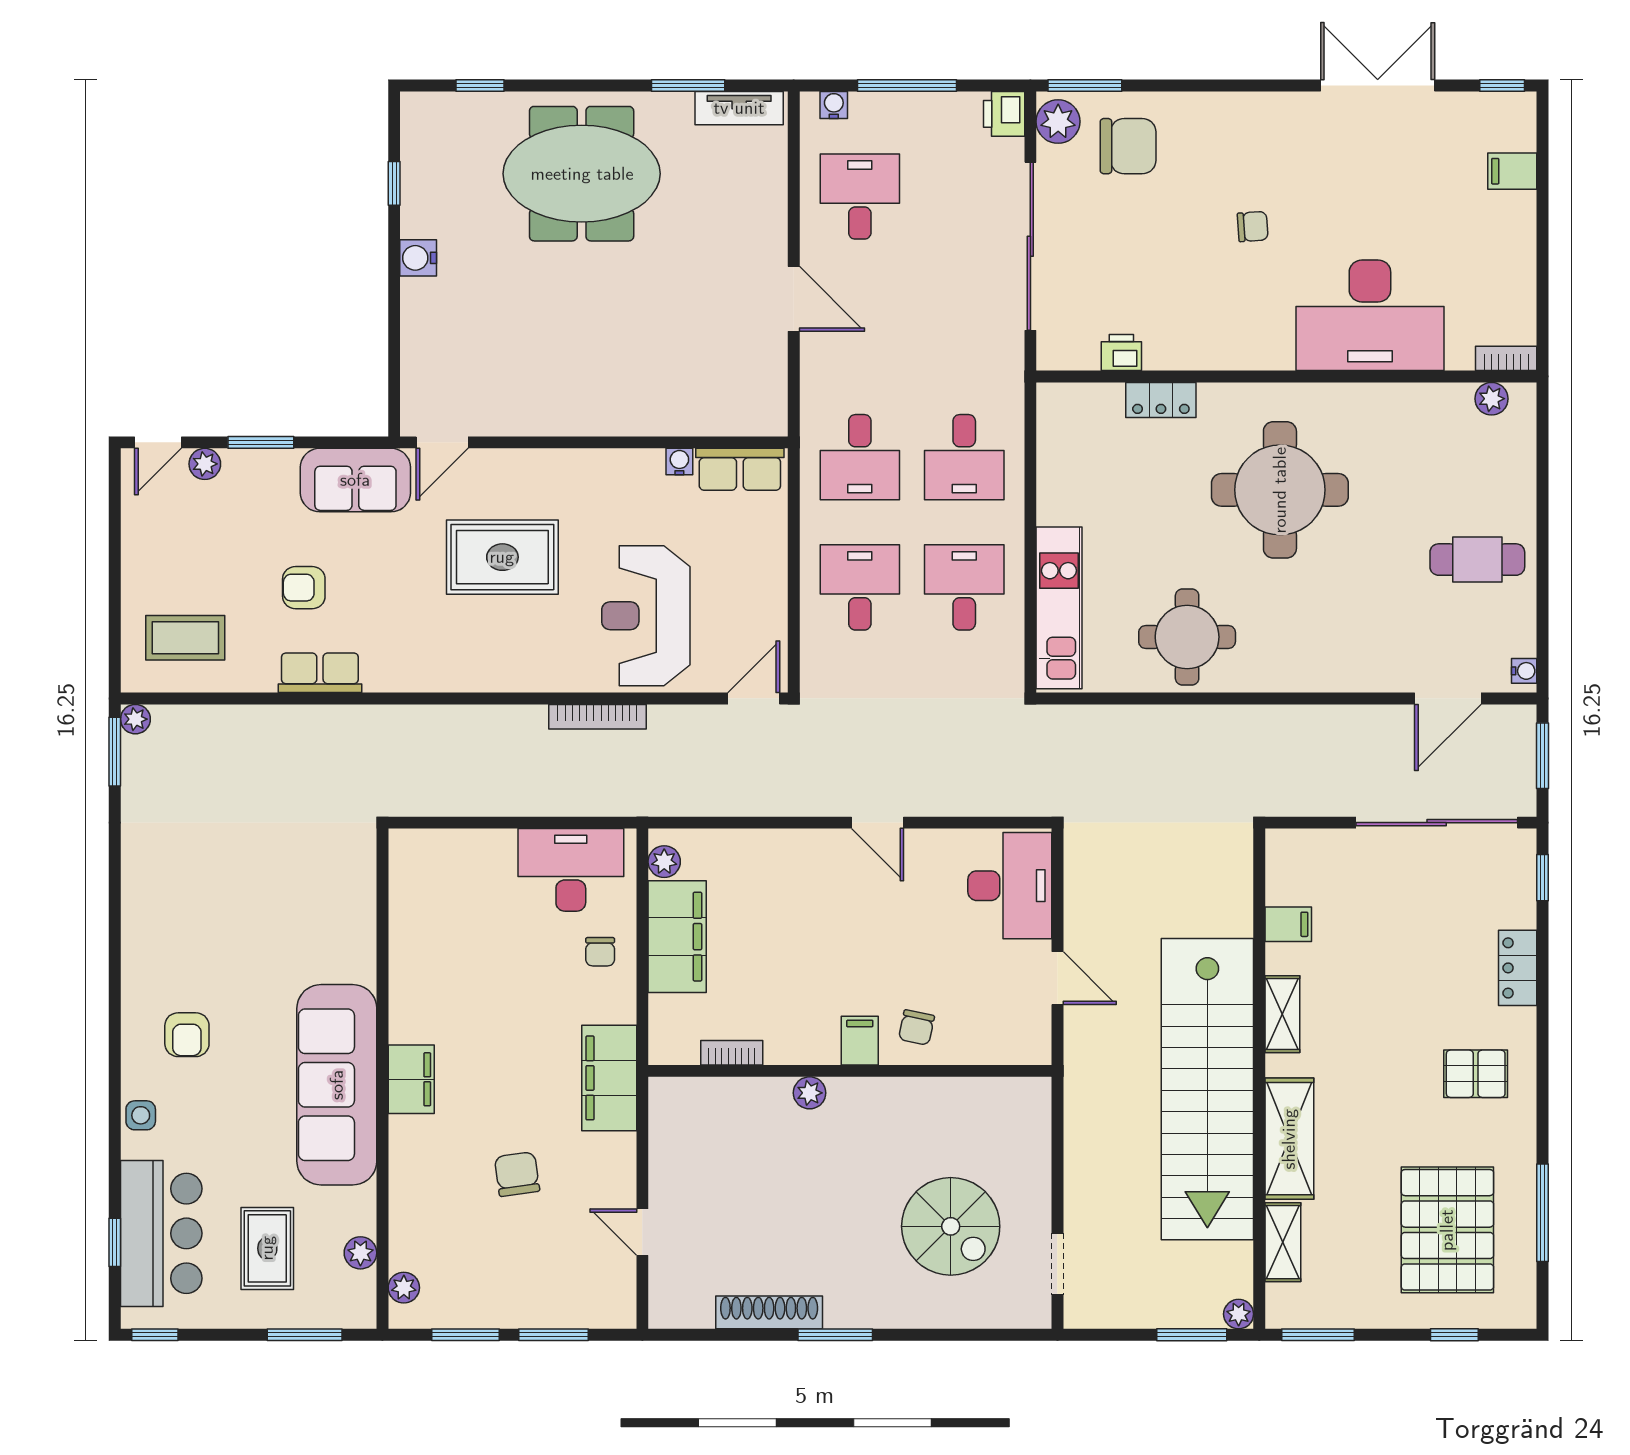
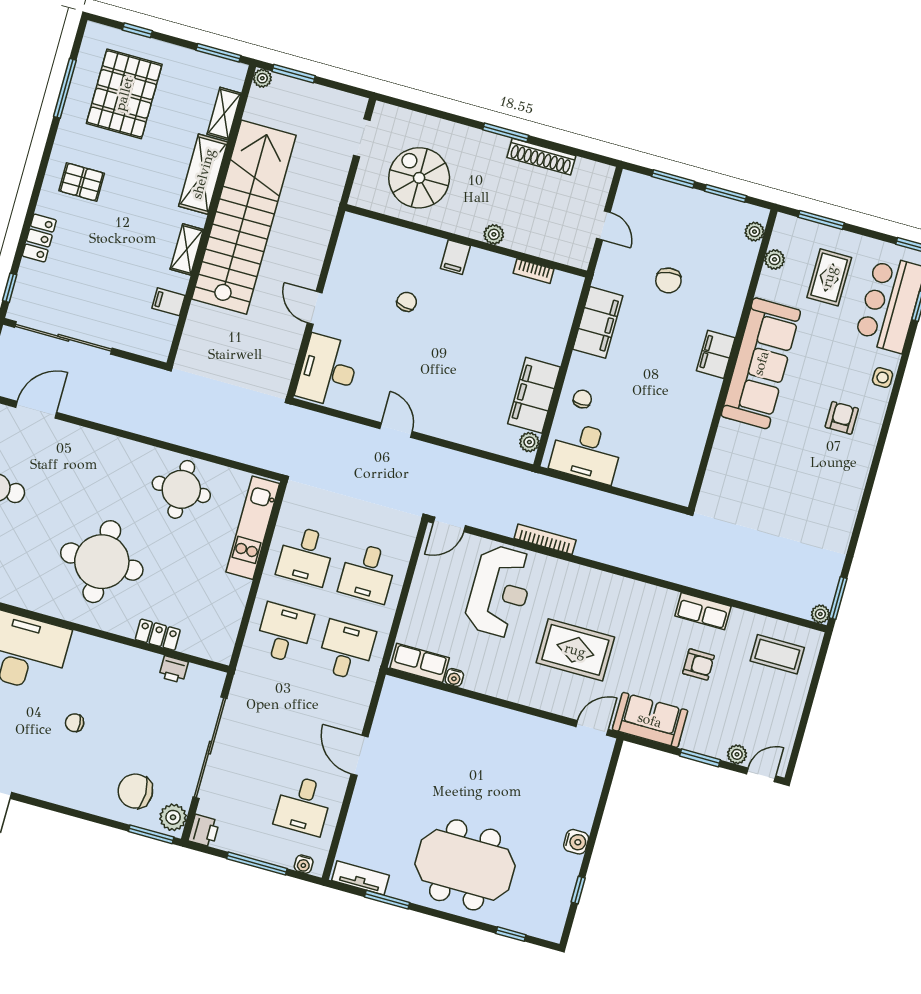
filing cabinet: (860, 1041) -> (455, 257), moved
bookcase: (732, 1053) -> (533, 271), moved
wall: (850, 1071) -> (466, 241), moved
plant: (810, 1093) -> (494, 234), moved

